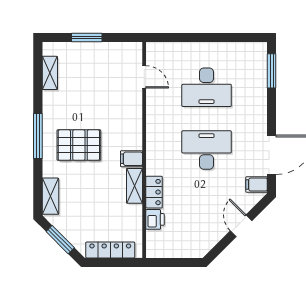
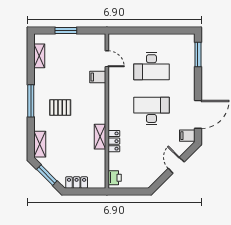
pallet: (79, 145) -> (60, 107), width x0.67, depth x0.71
filing cabinet: (132, 159) -> (98, 77), moved
printer: (155, 219) -> (115, 178), moved
locker: (110, 250) -> (77, 182), width x0.66

